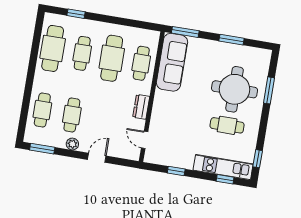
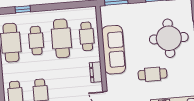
sofa: (172, 62) -> (114, 50), moved
cafe table: (227, 125) -> (153, 74), moved

